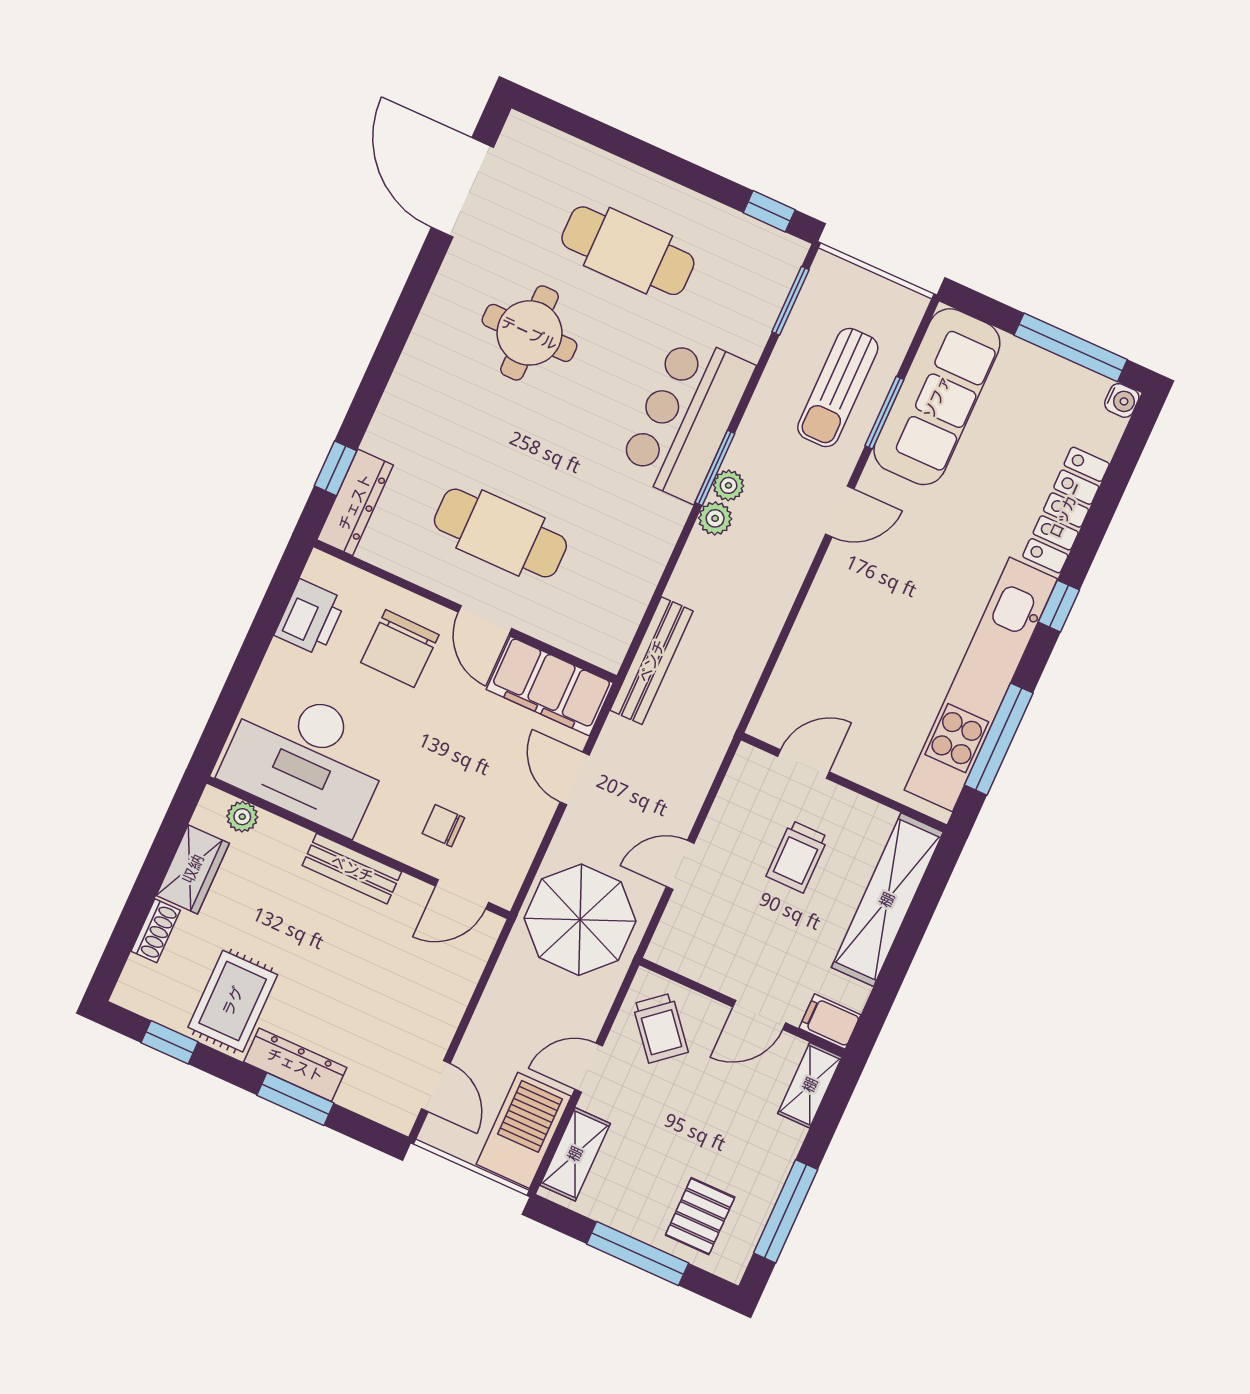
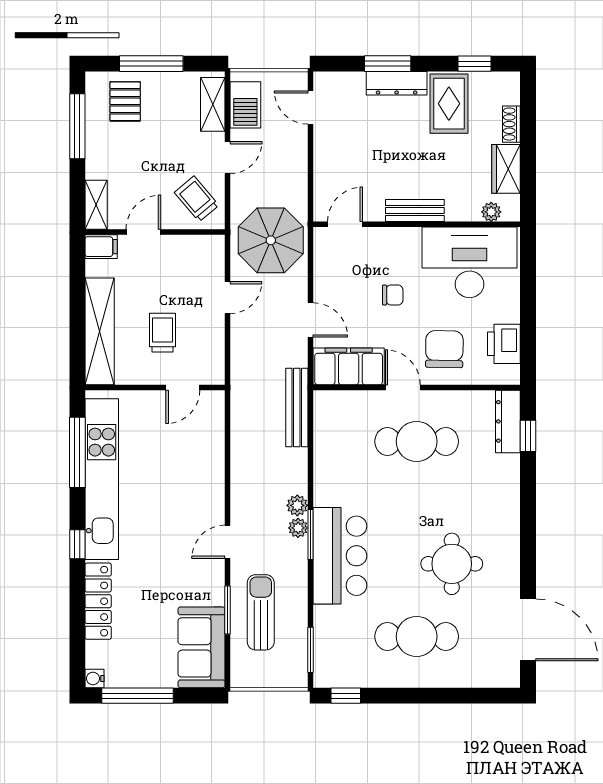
sofa: (937, 397) -> (201, 647), width x0.73
chair: (443, 826) -> (393, 295), moved
barbecue: (524, 1130) -> (245, 105), width x0.73, depth x0.83

